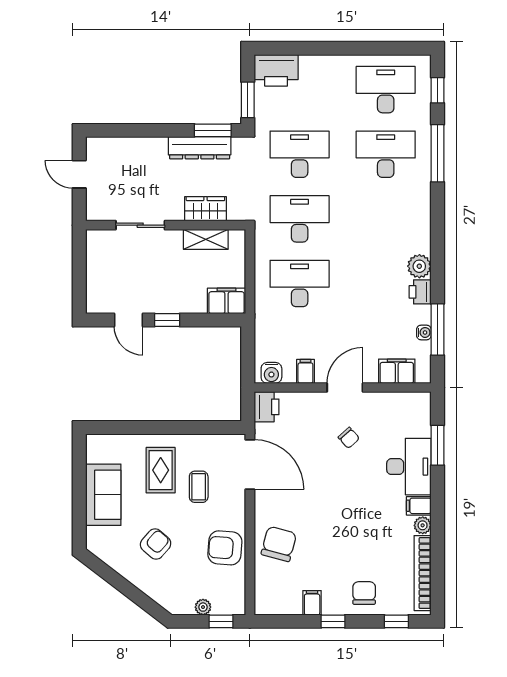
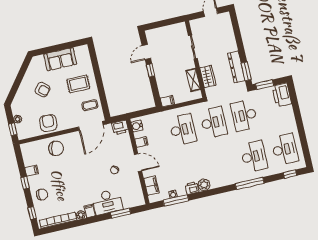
window: (437, 153) -> (250, 183), moved
desk: (300, 154) -> (244, 115), turned 180
filing cabinet: (227, 301) -> (167, 101), width x0.50
coffee table: (199, 487) -> (90, 105), moved

